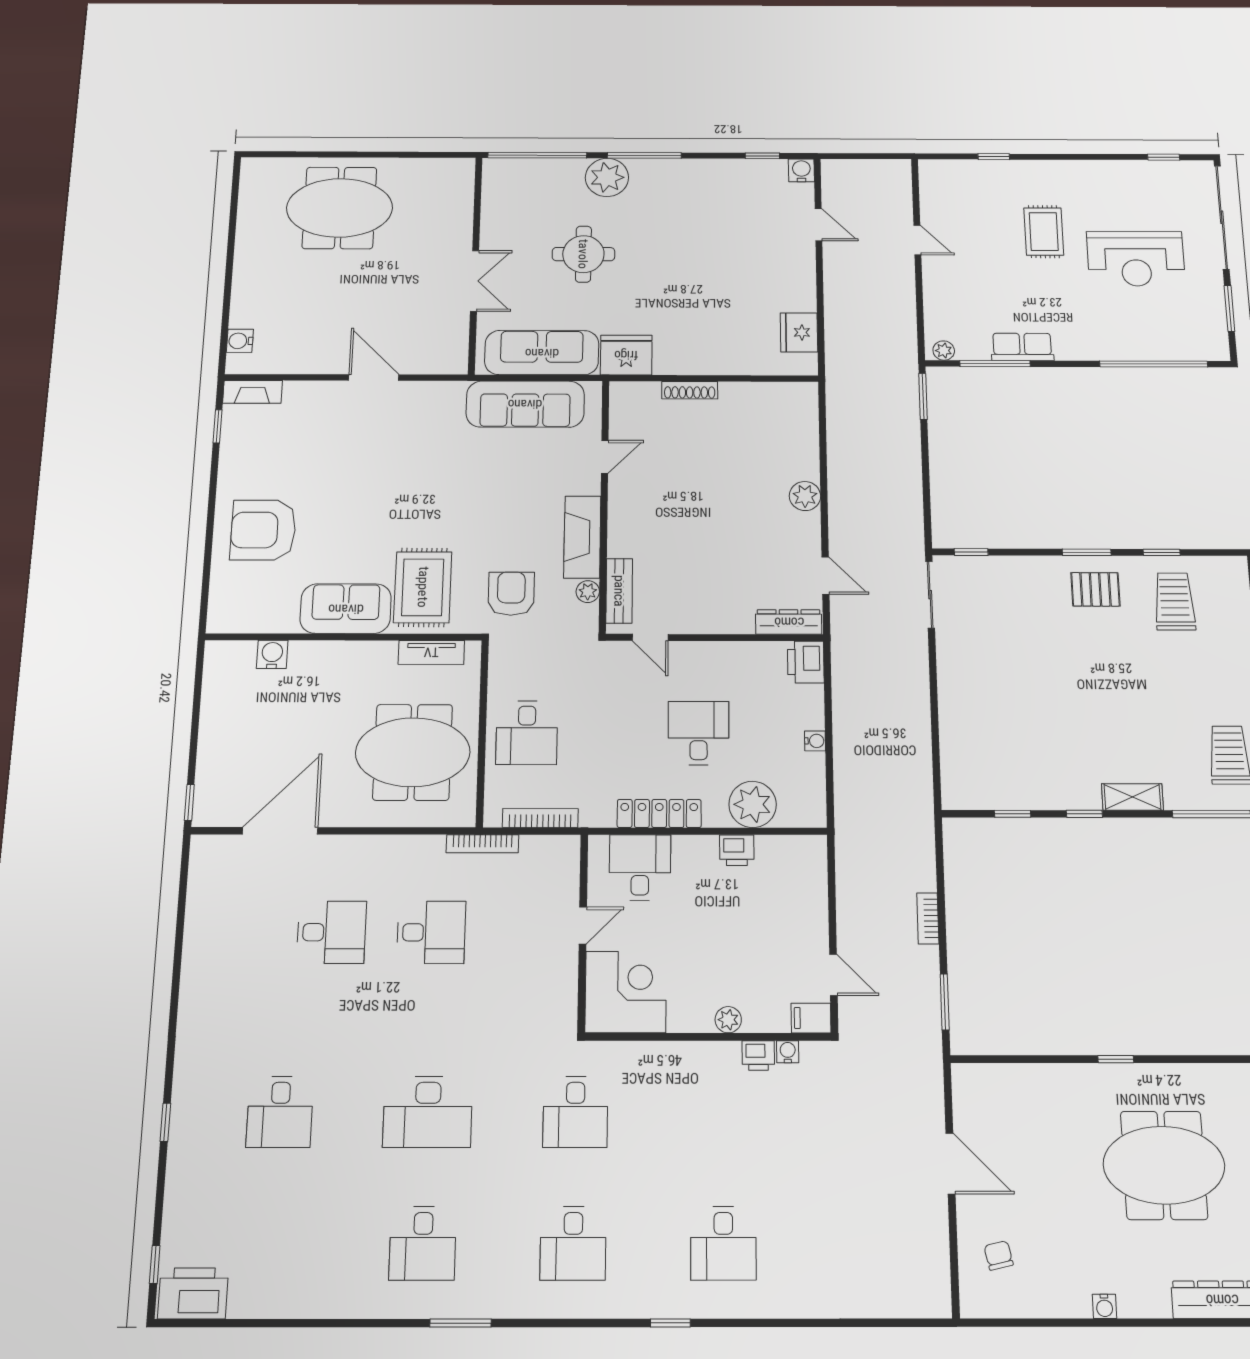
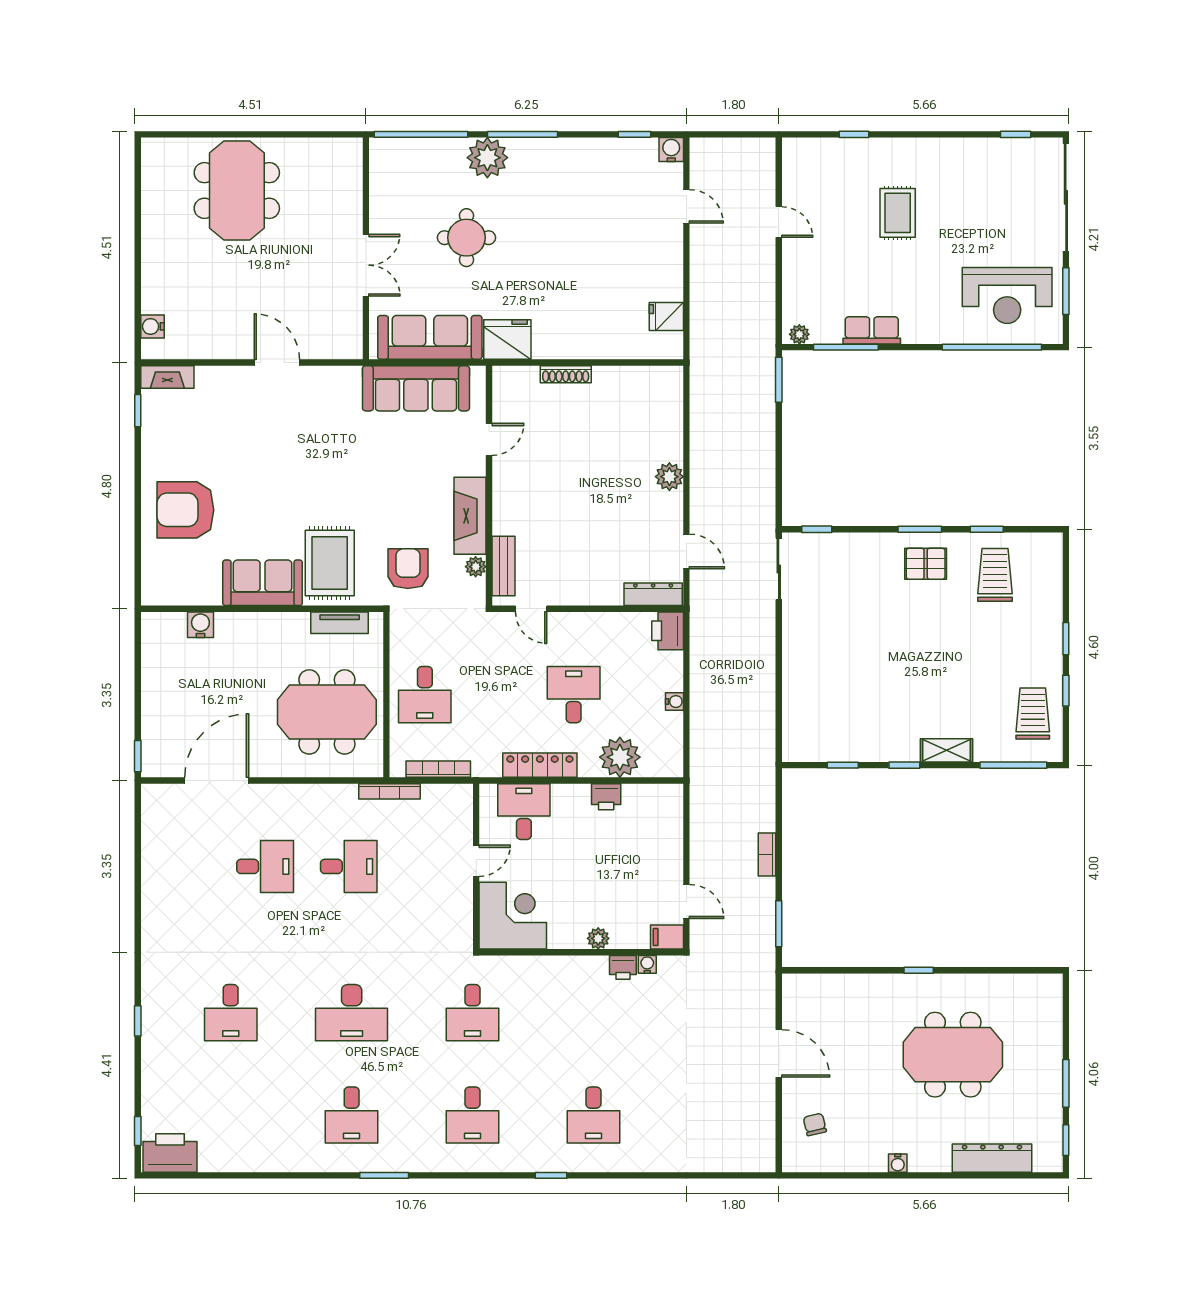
meeting table: (340, 208) -> (237, 190), turned 90
reception desk: (1136, 259) -> (1007, 295), moved
fridge: (799, 332) -> (666, 317), width x0.72

